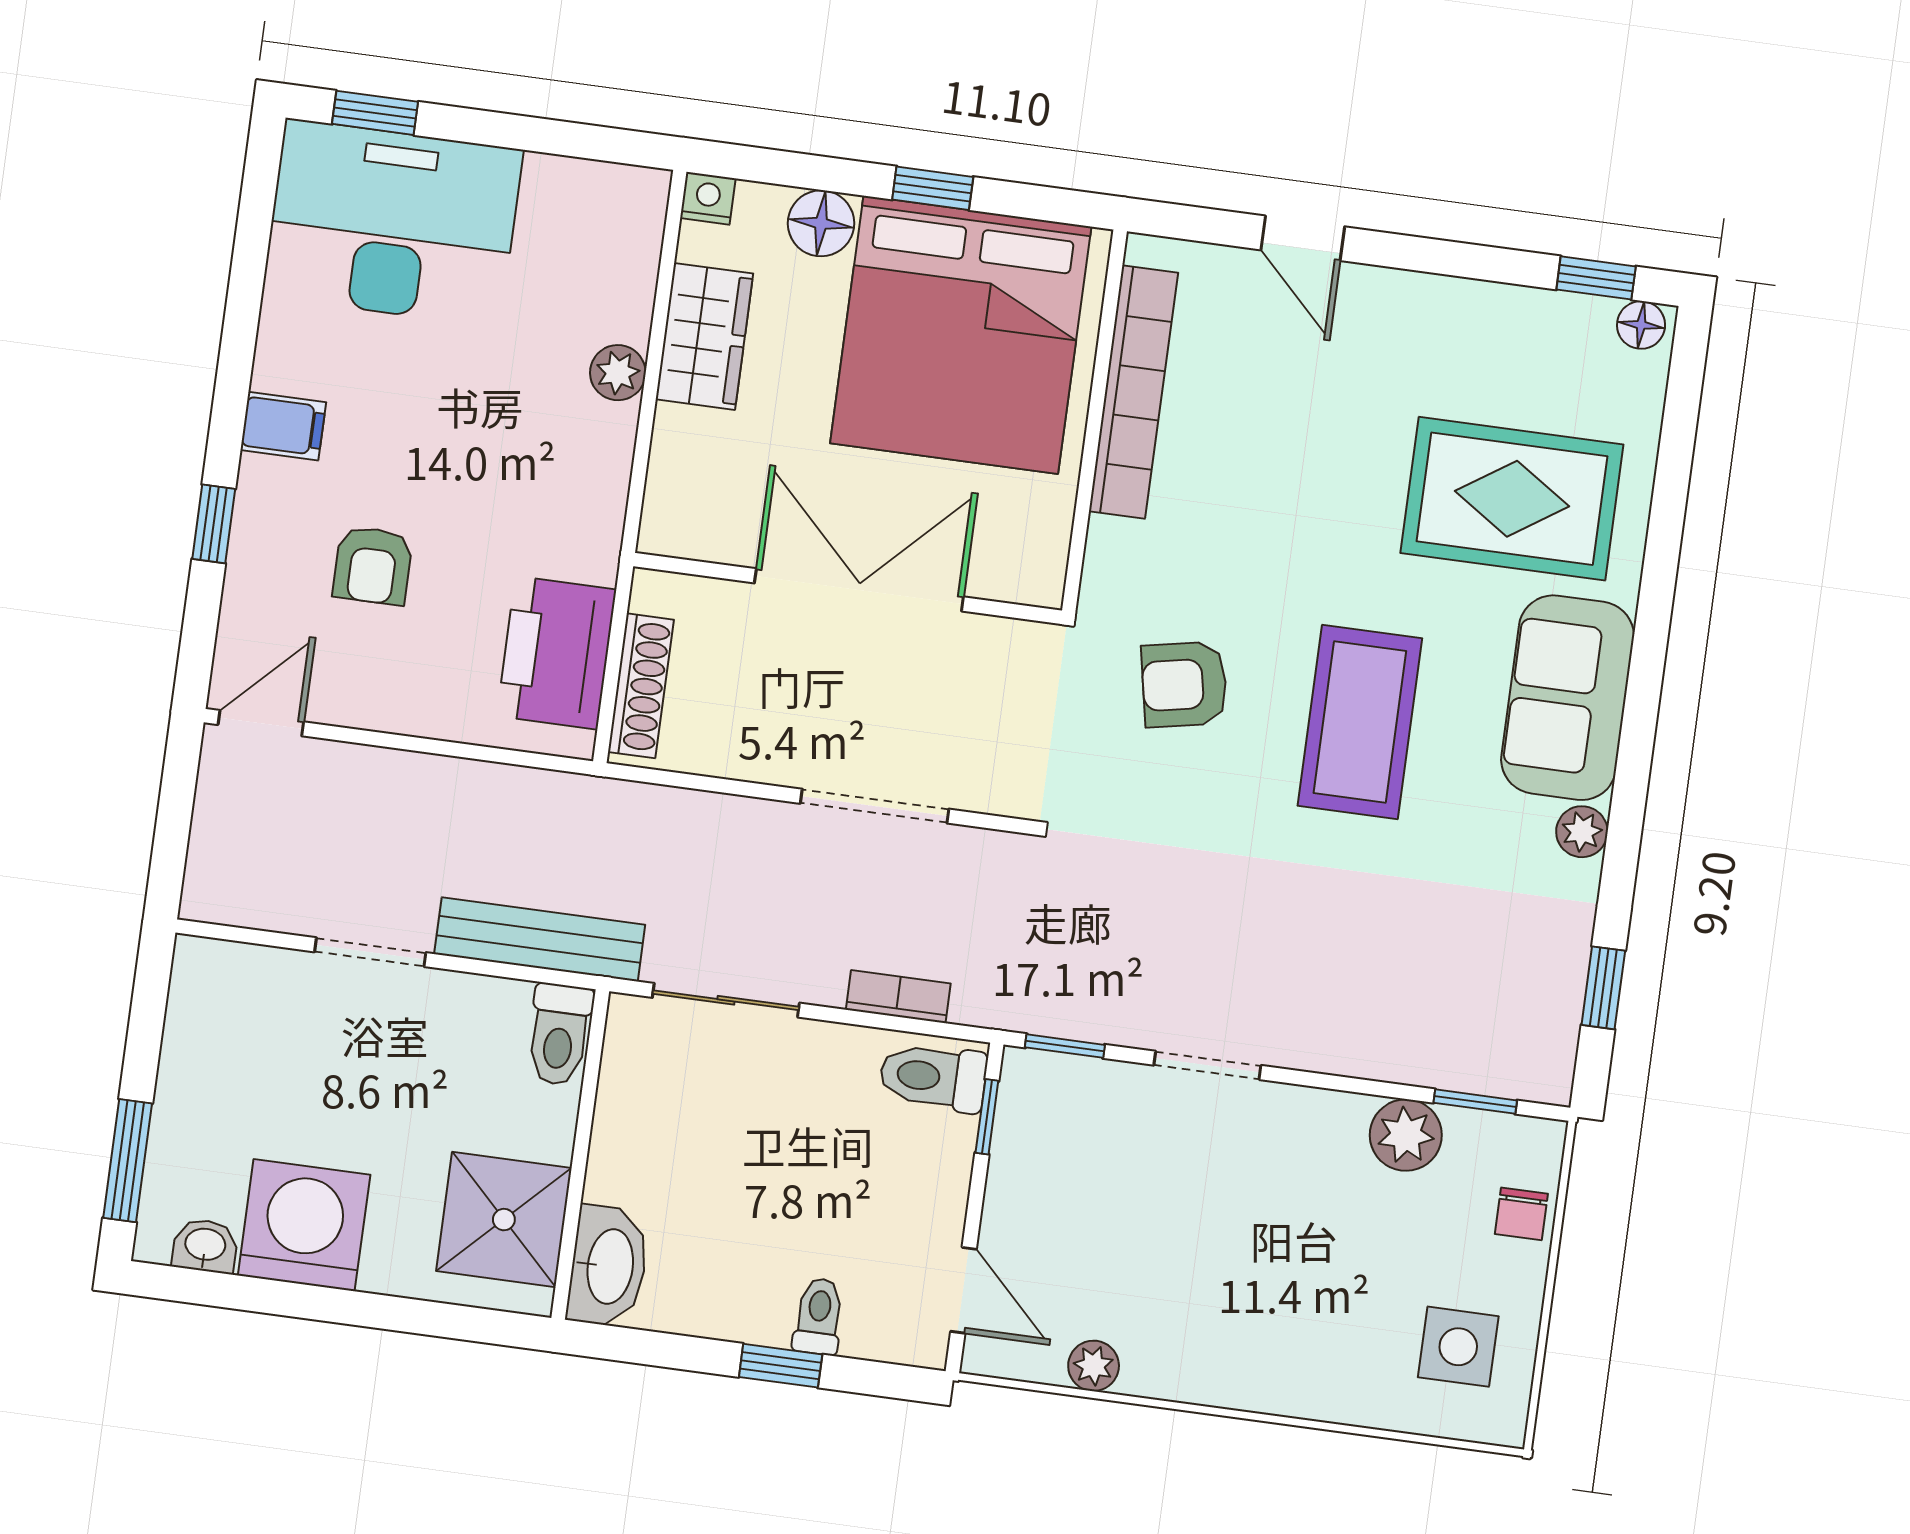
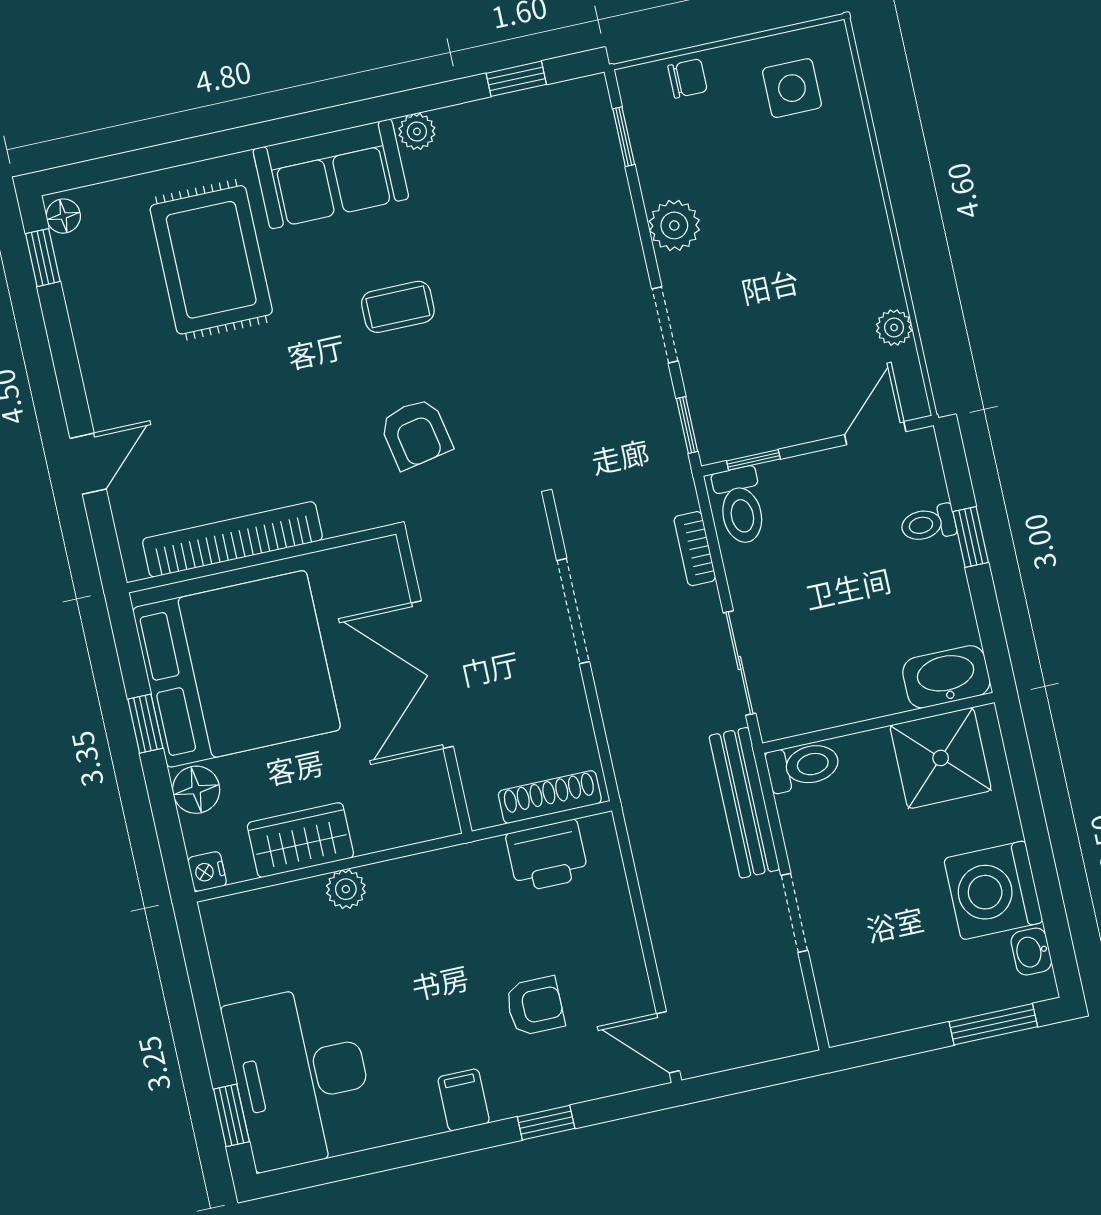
printer: (557, 653) -> (547, 856), width x0.73, depth x0.84
coffee table: (1360, 722) -> (398, 307), width x0.54, depth x0.58
plant: (1406, 1135) -> (674, 225), moved

